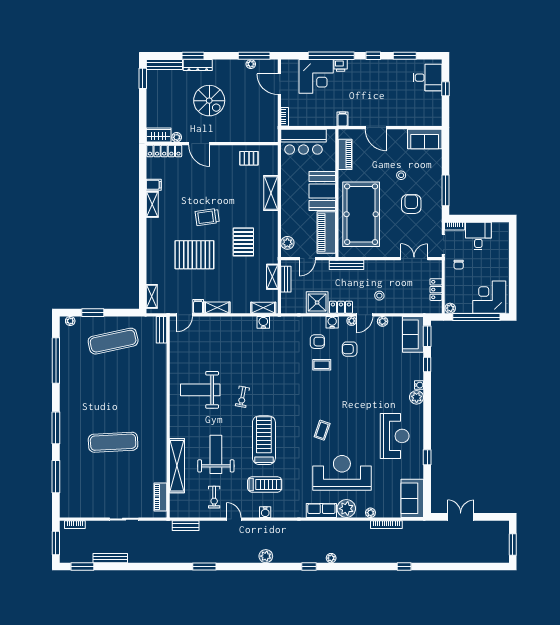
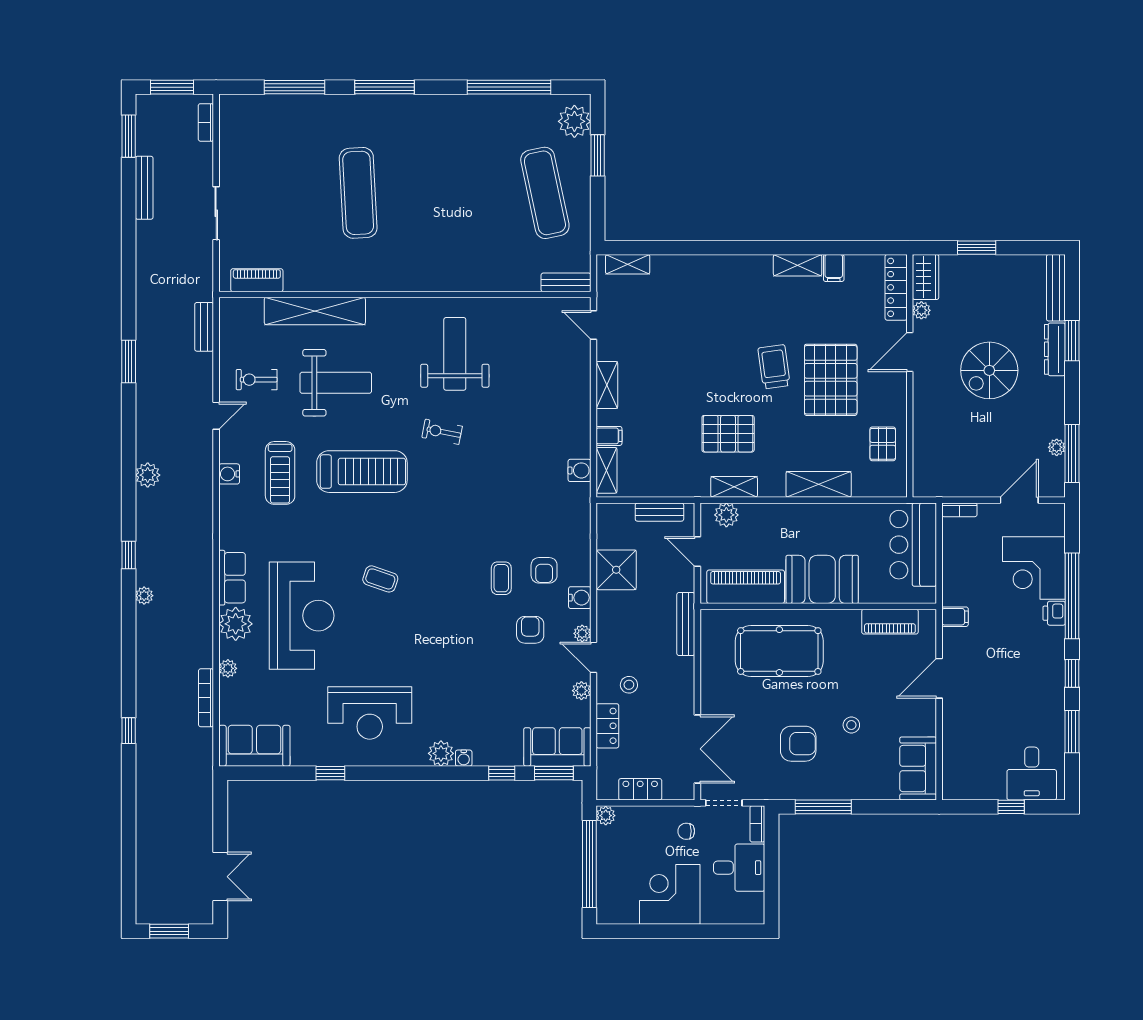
window: (143, 78) -> (977, 248), moved
pool table: (361, 214) -> (779, 651), width x0.73, depth x0.76
pallet: (194, 255) -> (831, 380), moved
double door: (414, 259) -> (697, 749), width x1.37
shelving: (272, 277) -> (734, 487), moved
corner desk: (489, 297) -> (670, 894), moved, turned -90
filing cabinet: (198, 306) -> (609, 436), moved
locker: (341, 307) -> (607, 726), moved
plant: (70, 321) -> (574, 121), width x1.88, depth x1.88
double door: (461, 517) -> (220, 877), moved

